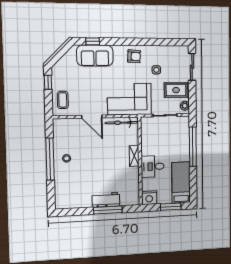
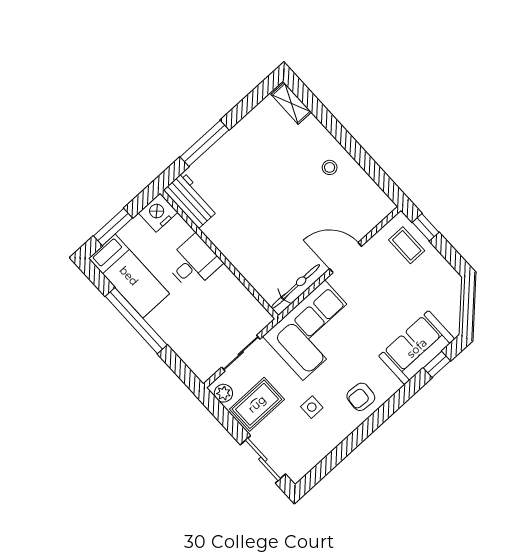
window: (48, 82) -> (426, 227), moved
window: (193, 147) -> (136, 321), moved
shelving: (134, 156) -> (291, 103), moved
window: (50, 159) -> (352, 147), removed
workbench: (106, 200) -> (191, 200), moved, turned -90

